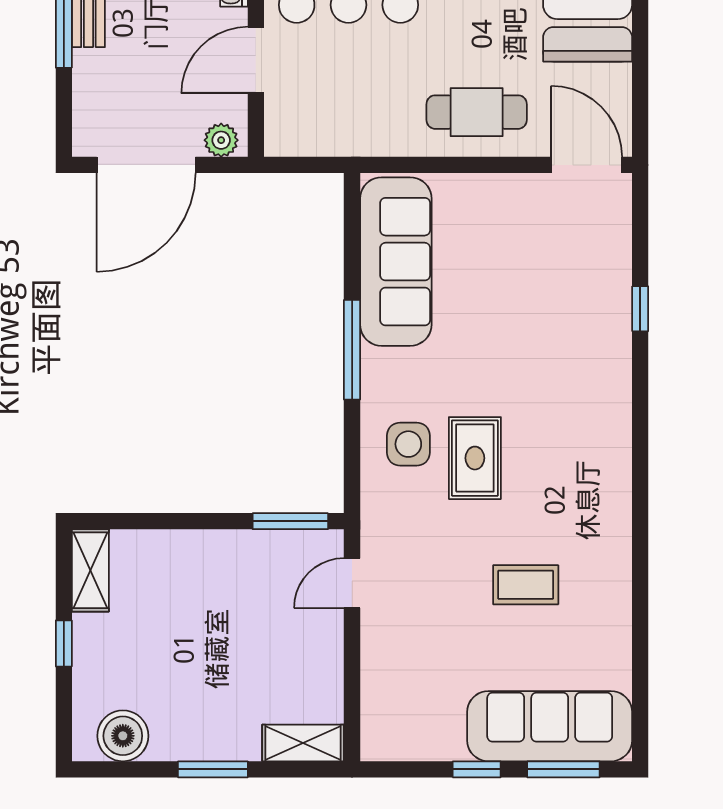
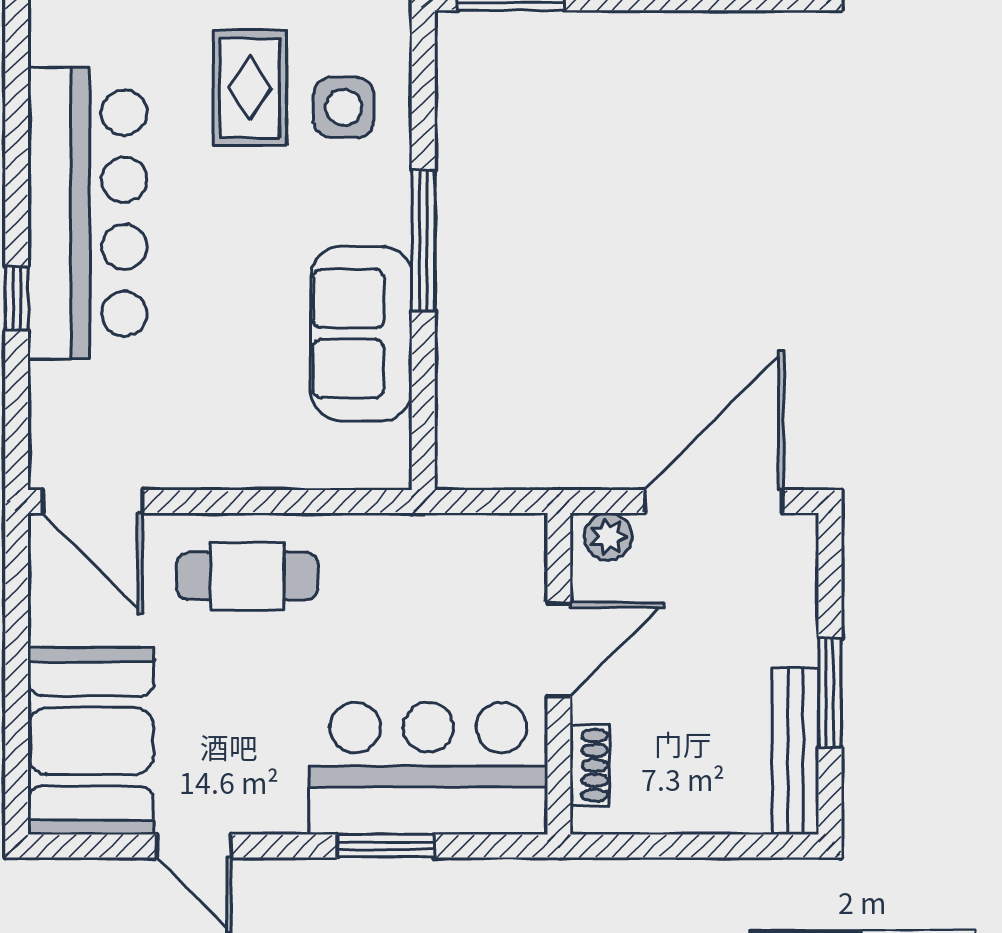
sofa: (396, 262) -> (361, 334), width x0.73
bar counter: (590, 369) -> (87, 213), added

